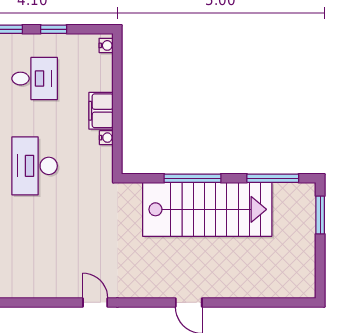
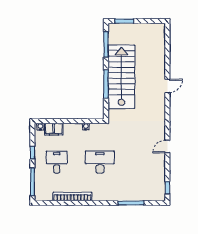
filing cabinet: (101, 111) -> (54, 129), moved
desk: (35, 166) -> (100, 162), turned 180
door: (95, 302) -> (167, 147), moved

